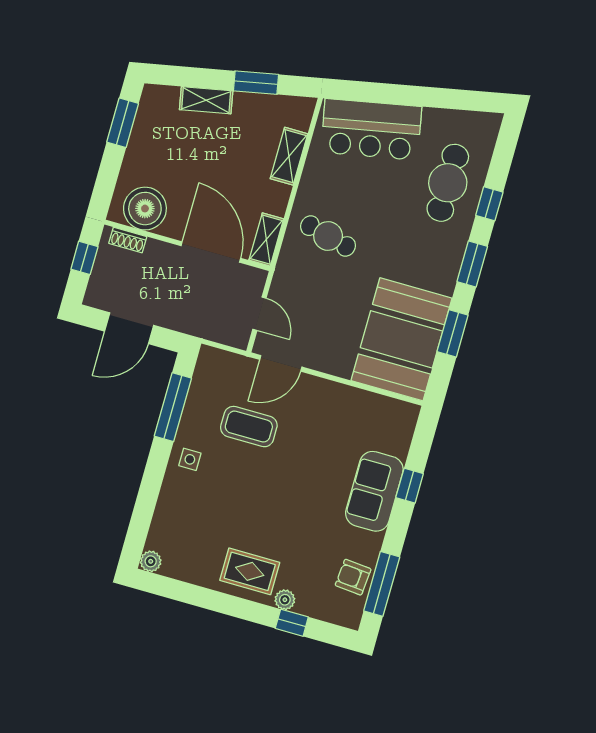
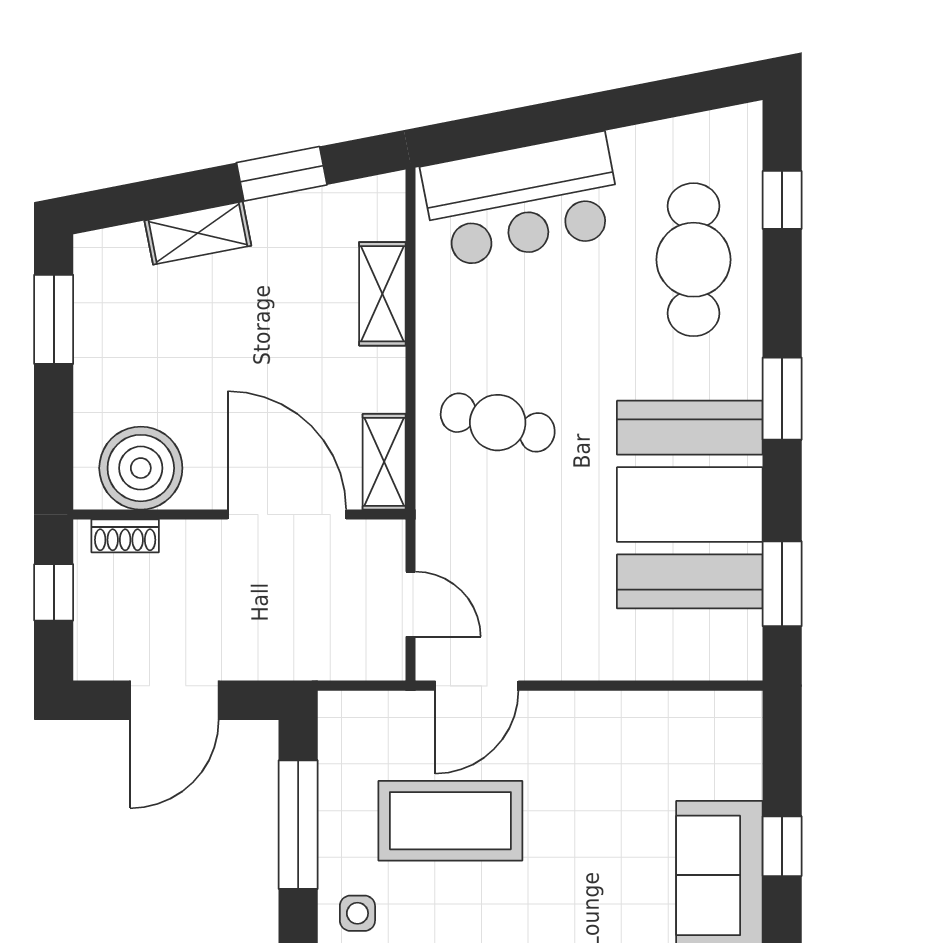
window: (489, 204) -> (782, 200), moved
window: (453, 333) -> (782, 584), moved
booth: (402, 339) -> (690, 505), moved
coffee table: (249, 427) -> (450, 821), width x1.36, depth x1.32

